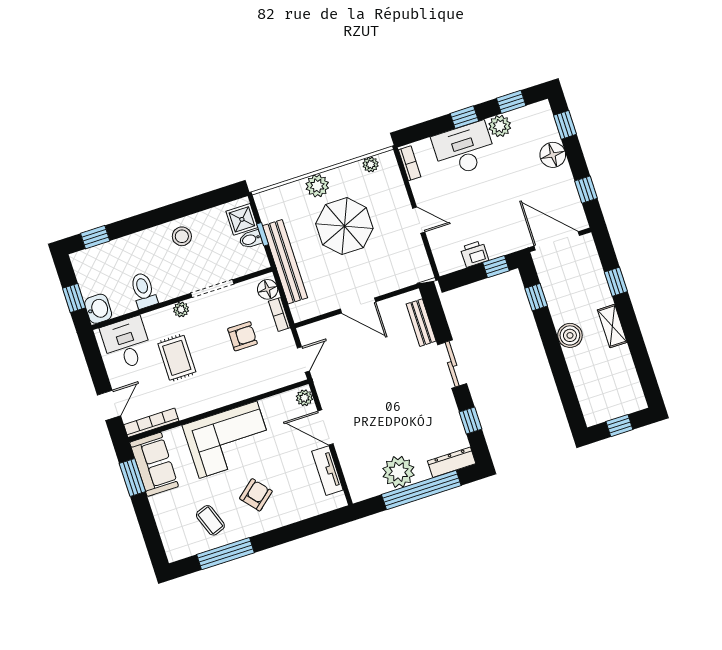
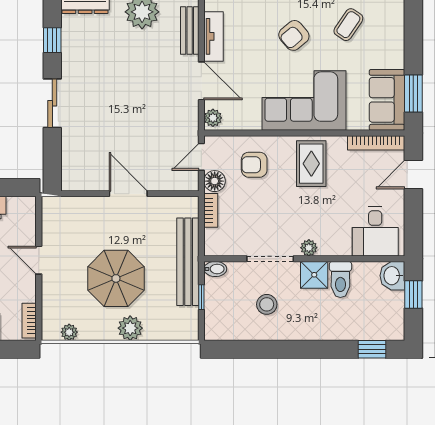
shower: (242, 219) -> (314, 275), moved
stool: (182, 236) -> (267, 304), moved
bidet: (251, 239) -> (215, 269), moved
floor lamp: (268, 289) -> (215, 181), moved
bench: (421, 323) -> (190, 31), moved
armchair: (243, 336) -> (254, 165), moved
rug: (177, 358) -> (311, 164), moved
coffee table: (210, 520) -> (348, 25), turned 54

